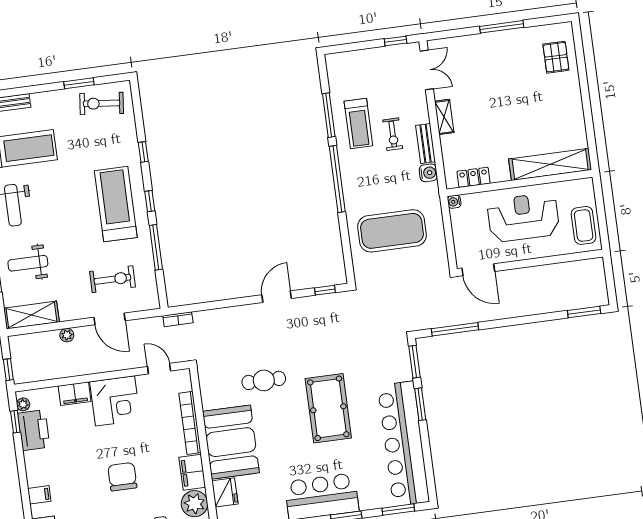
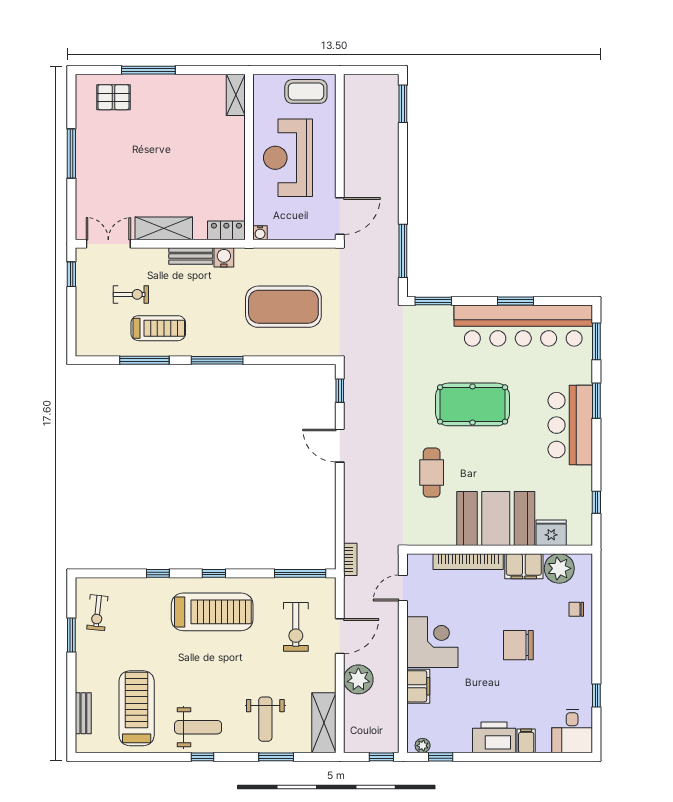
window: (584, 85) -> (148, 70), added
exercise bike: (102, 103) -> (97, 613), width x0.73, depth x0.72
shelving: (444, 117) -> (164, 228), width x1.50, depth x1.33
exercise bike: (393, 134) -> (131, 294), moved
shelving: (550, 164) -> (236, 95), width x0.45, depth x0.75
locker: (474, 177) -> (226, 230), moved, turned 90
window: (337, 179) -> (217, 360), width x0.68
treadmill: (116, 204) -> (212, 612), turned 180
exercise mat: (392, 231) -> (283, 307), turned 90
window: (156, 247) -> (300, 573), moved
exercise bike: (112, 279) -> (296, 627), turned 180
plant: (67, 335) -> (358, 679), width x1.88, depth x1.88
window: (420, 404) -> (515, 301), moved
printer: (34, 430) -> (494, 737), moved

